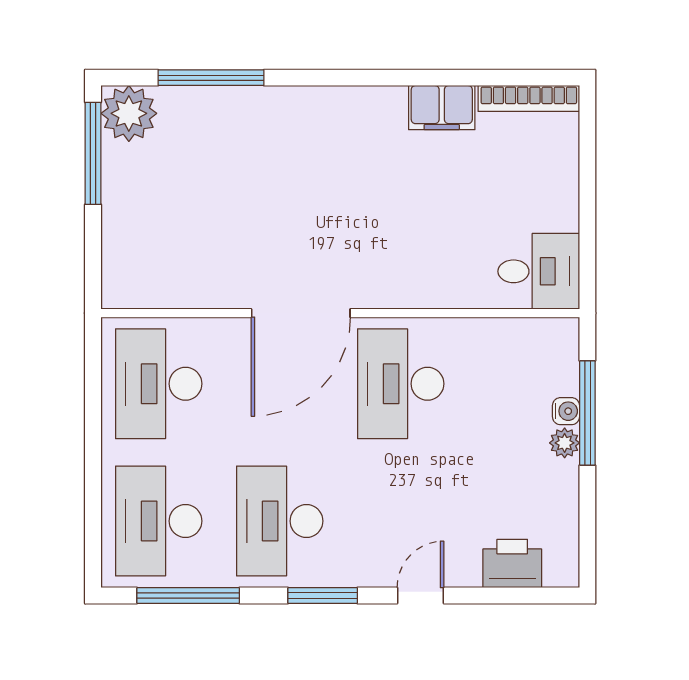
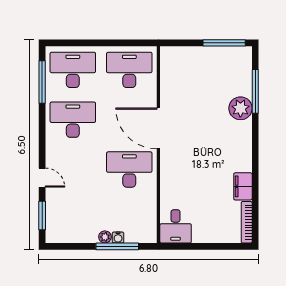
plant: (129, 113) -> (240, 108), moved
printer: (512, 564) -> (55, 215), removed
window: (323, 596) -> (42, 216), moved

